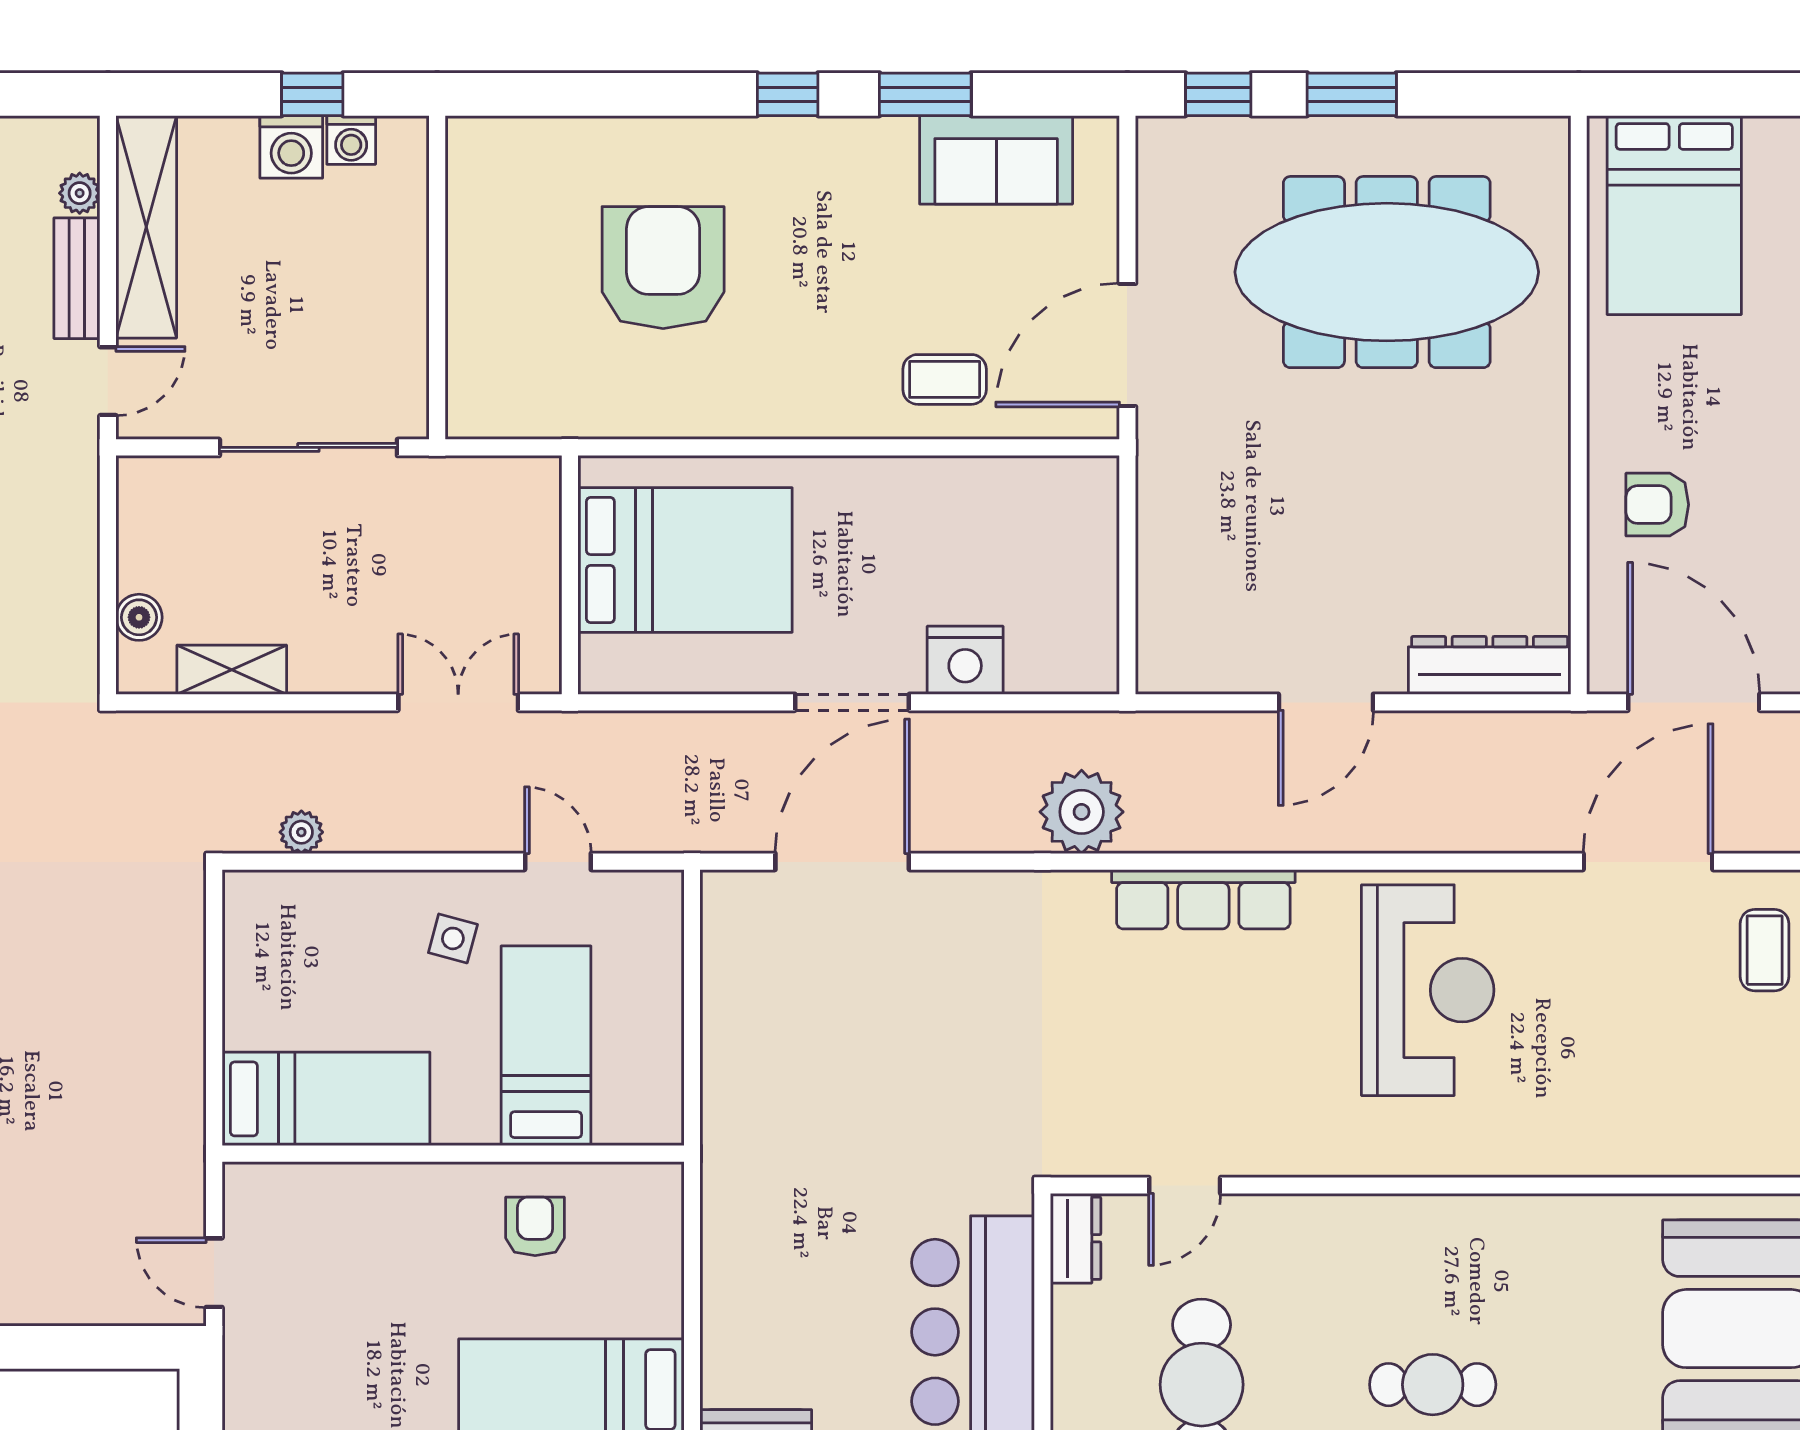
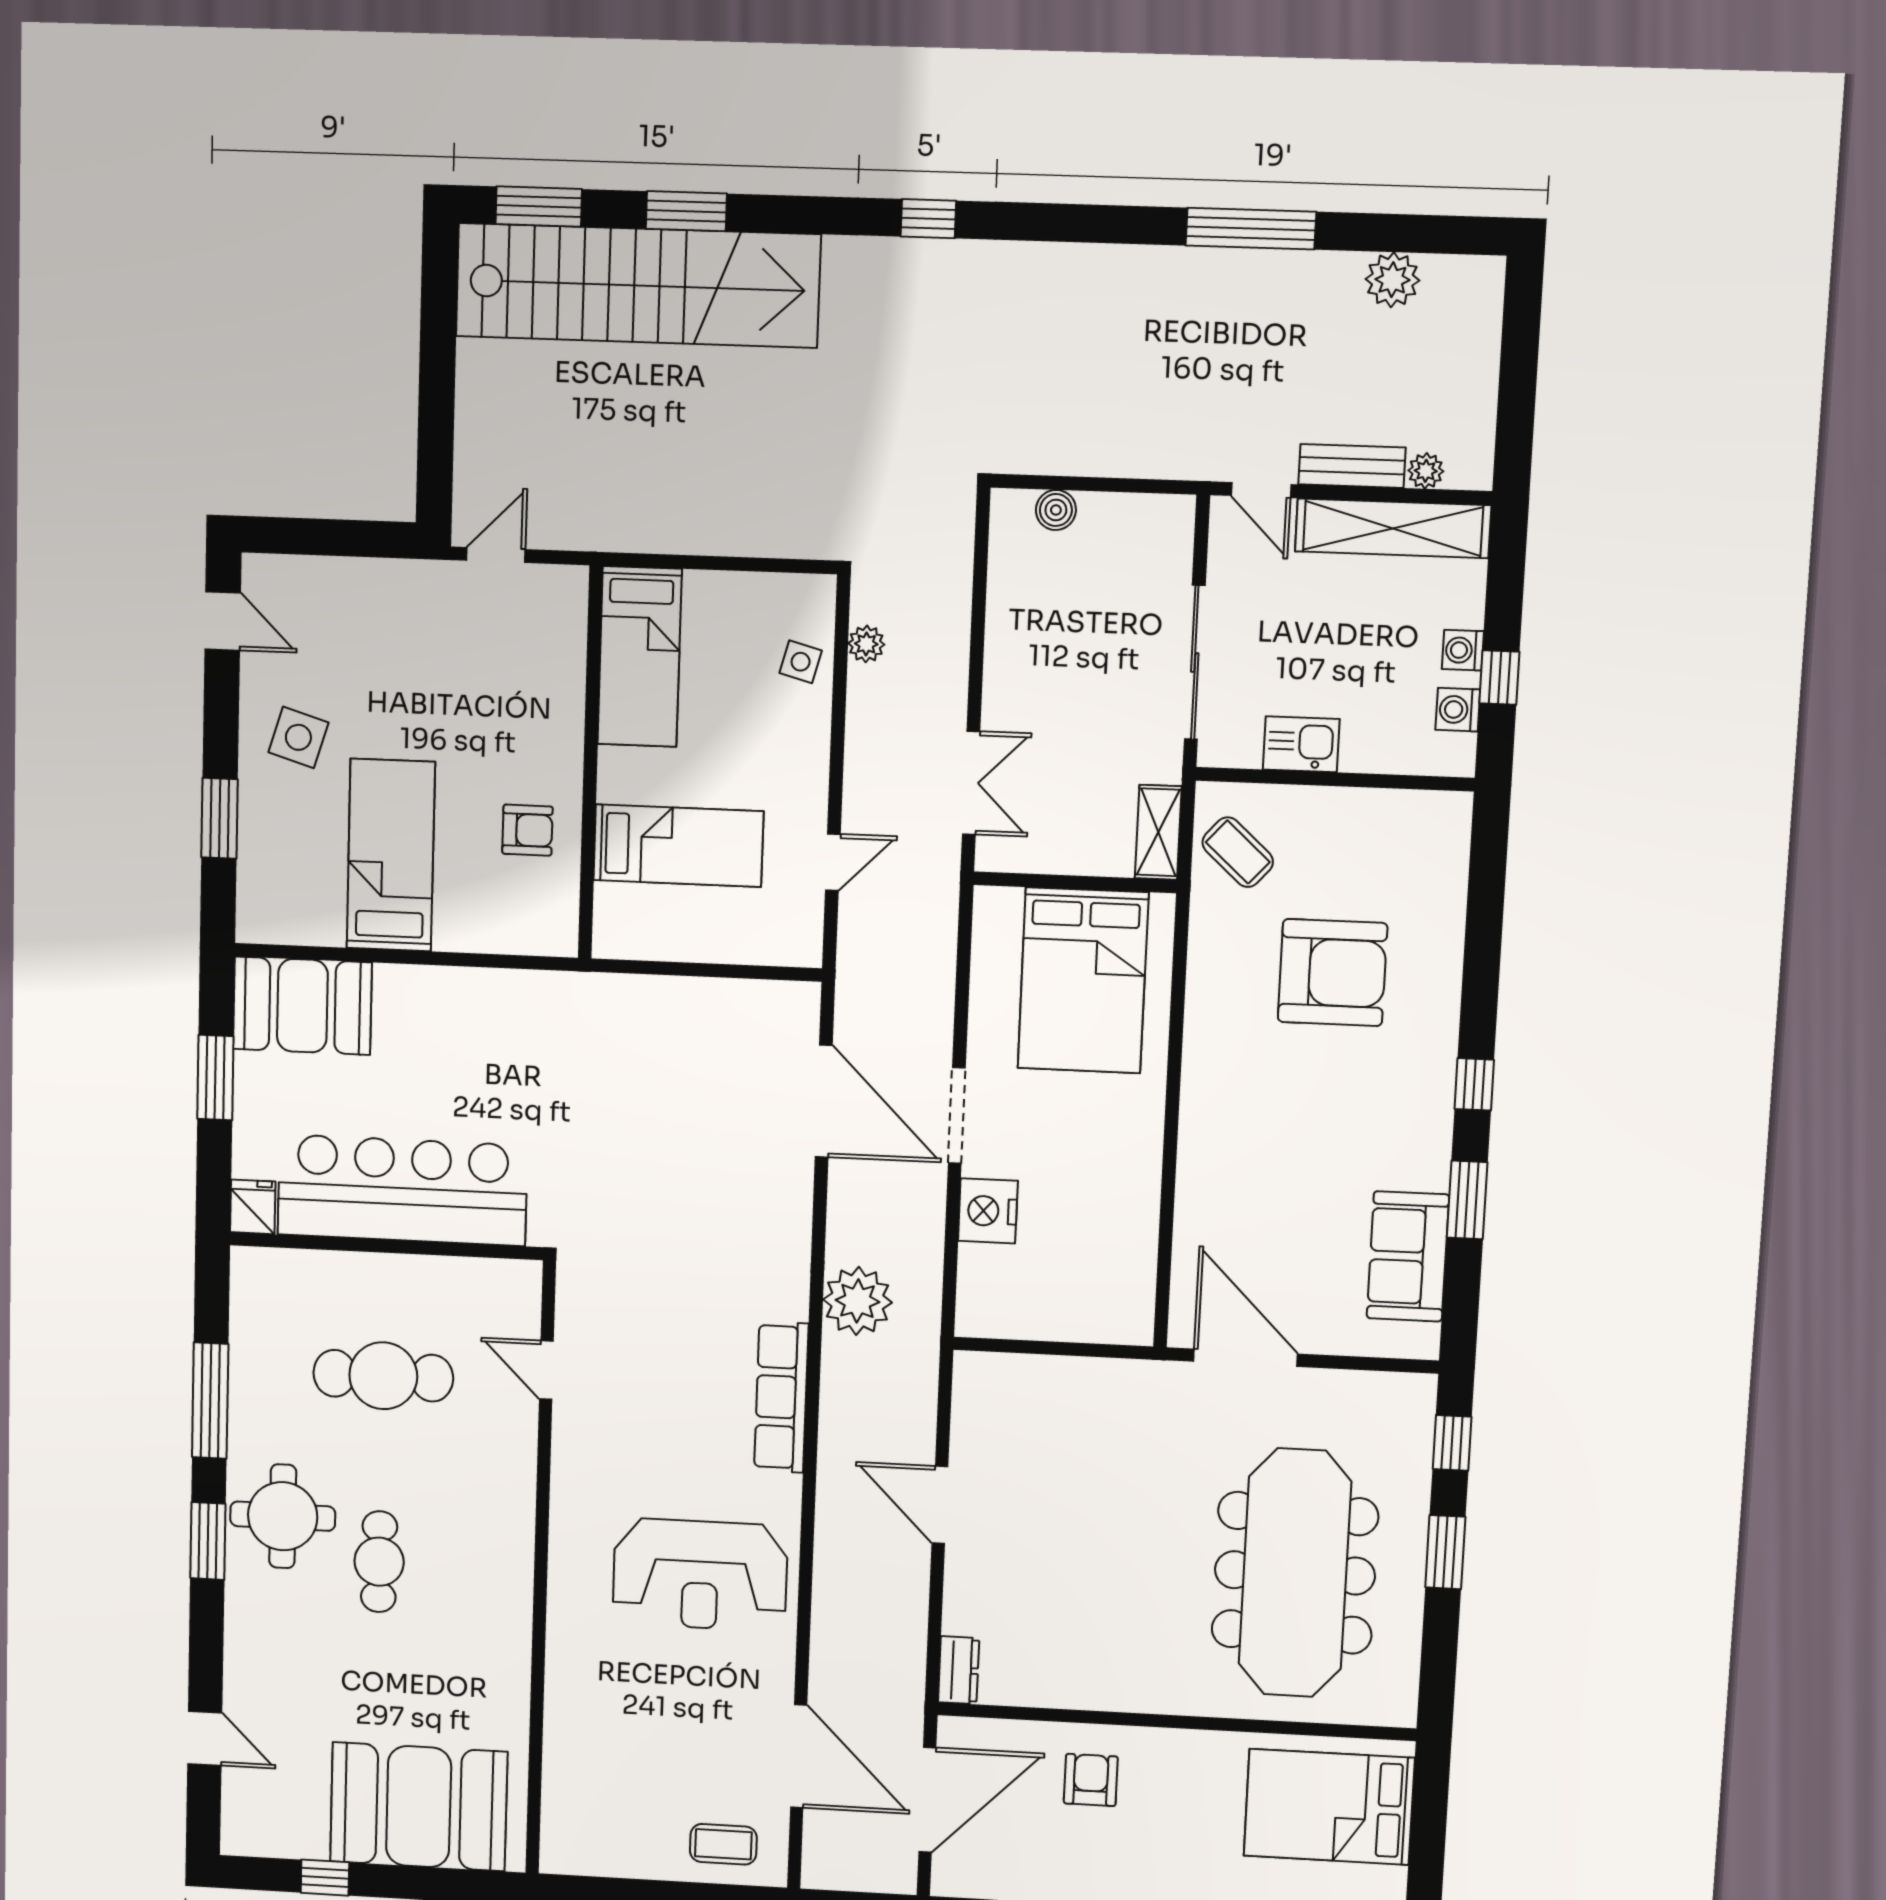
washing machine: (291, 147) -> (1463, 650), width x0.73, depth x0.73
kitchen sink: (398, 319) -> (1301, 744), added
coffee table: (945, 379) -> (1238, 852), moved, turned -48
dresser: (1490, 665) -> (959, 1670), width x0.51, depth x0.80
shelving: (232, 670) -> (1158, 832), moved
side table: (453, 938) -> (801, 662), moved
dresser: (1076, 1238) -> (506, 1279), removed

